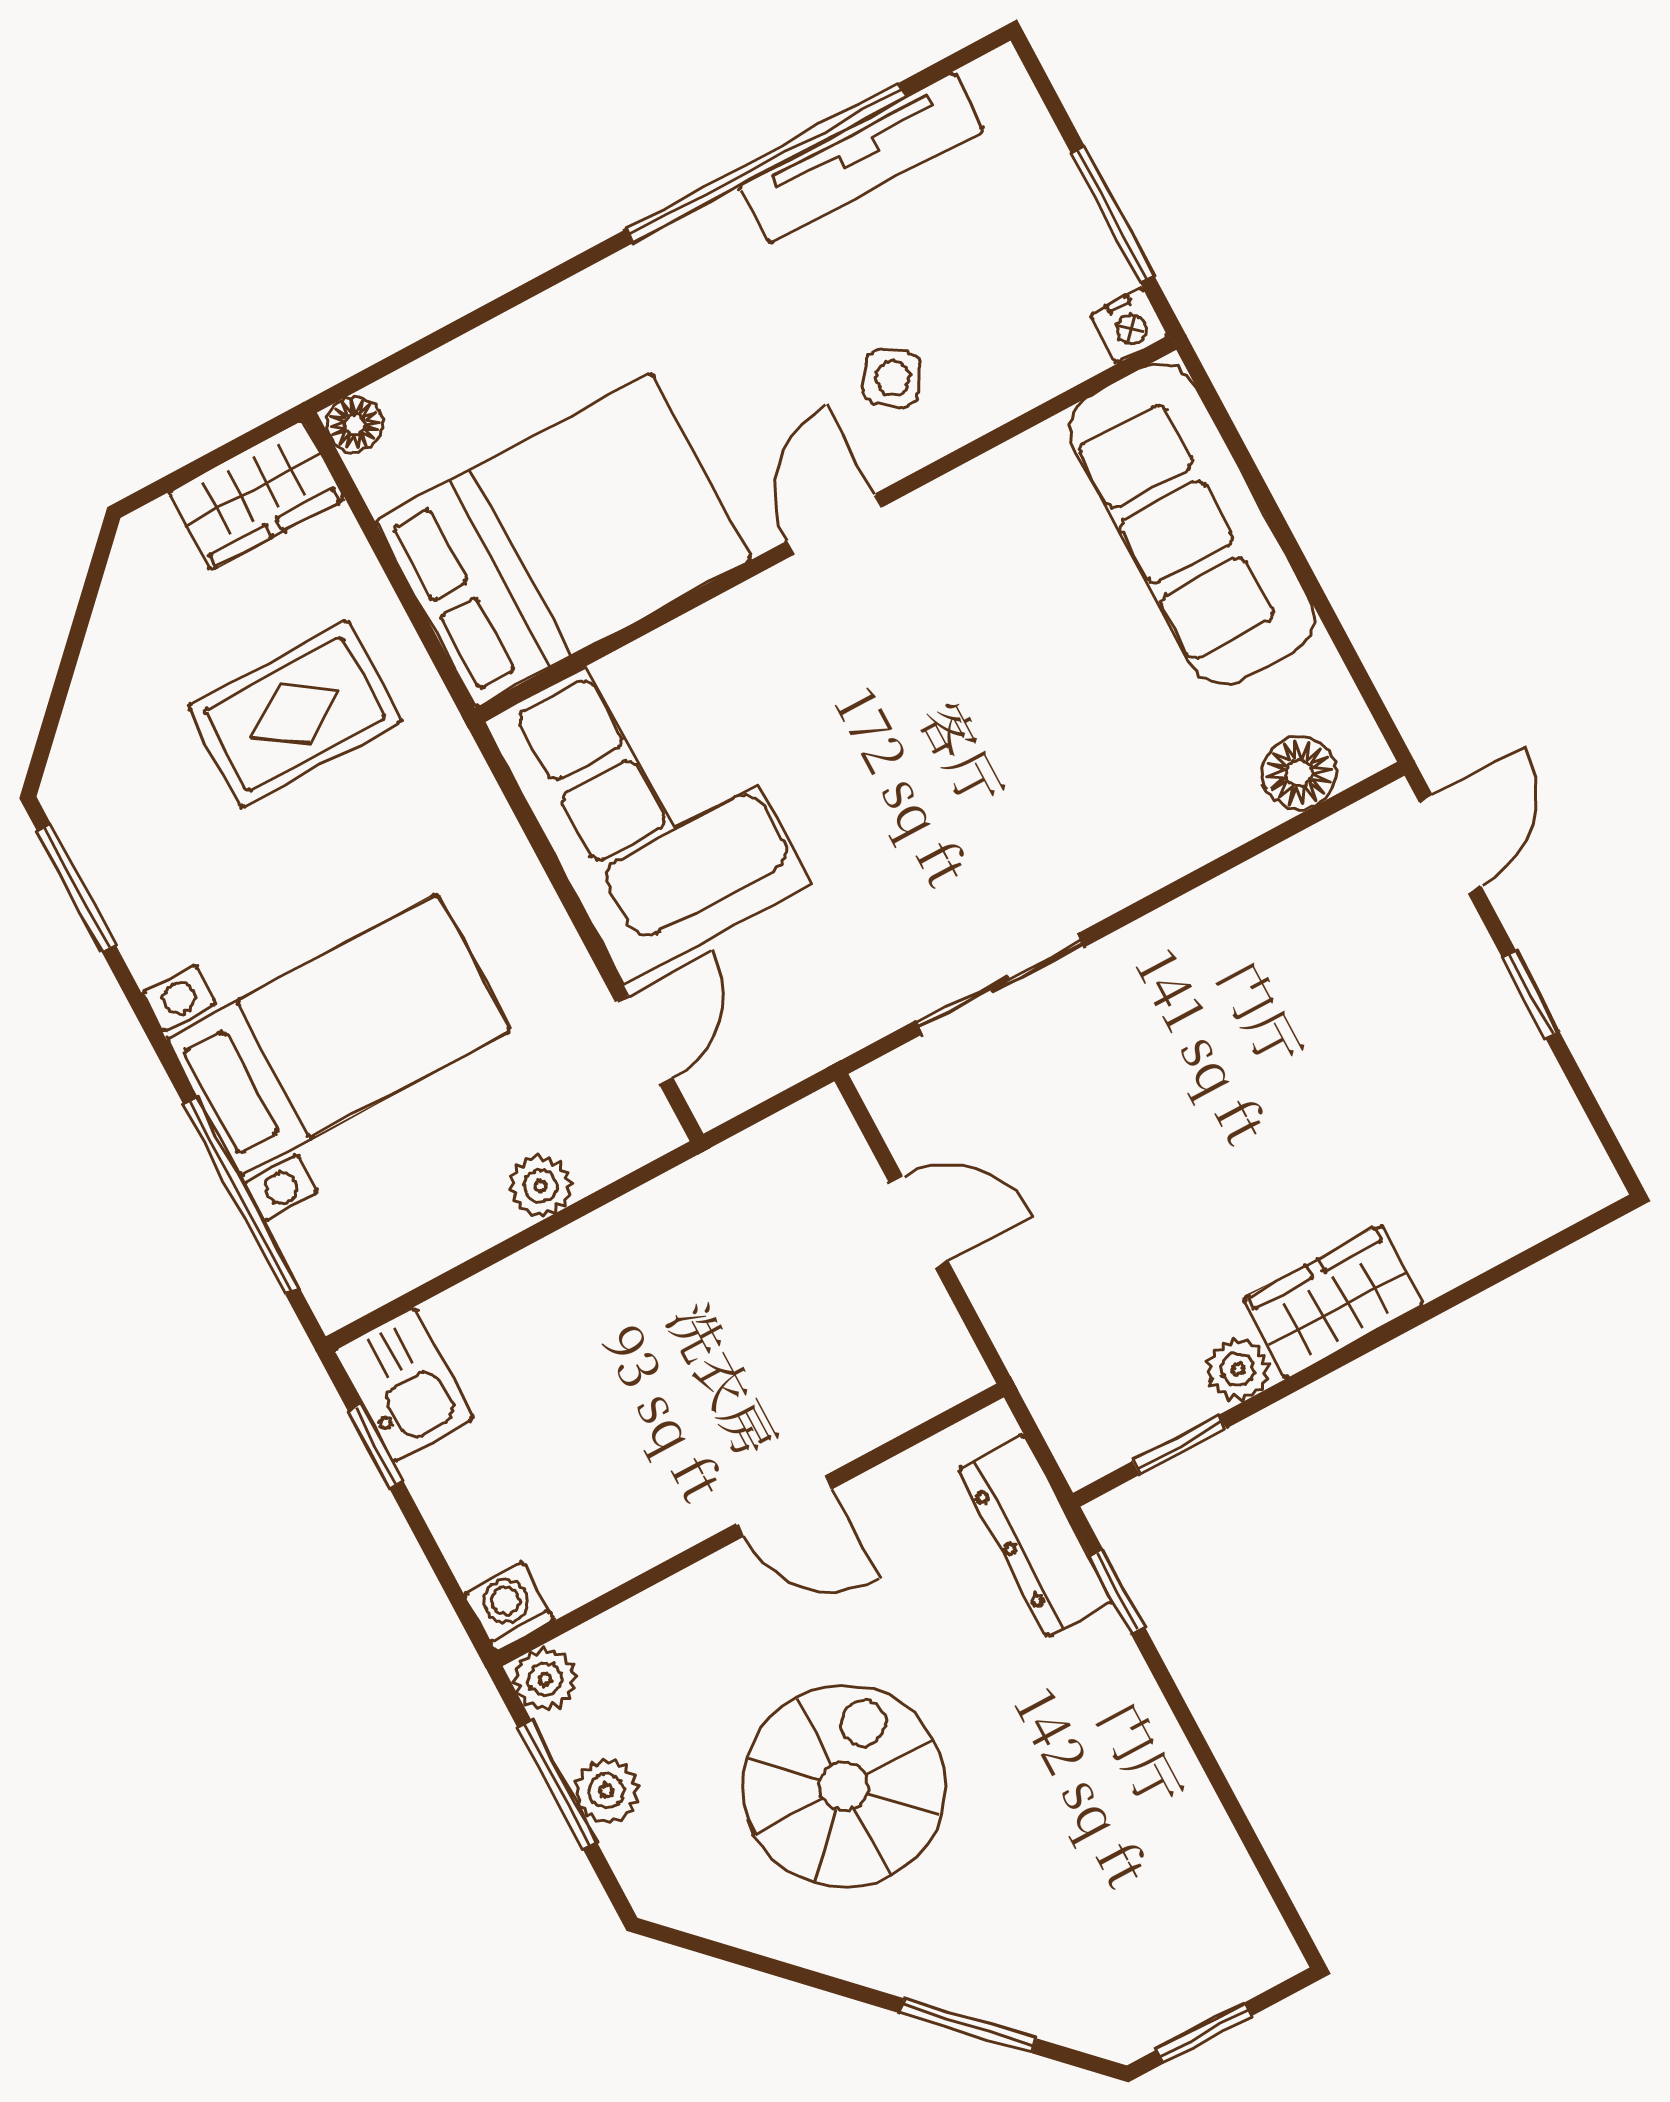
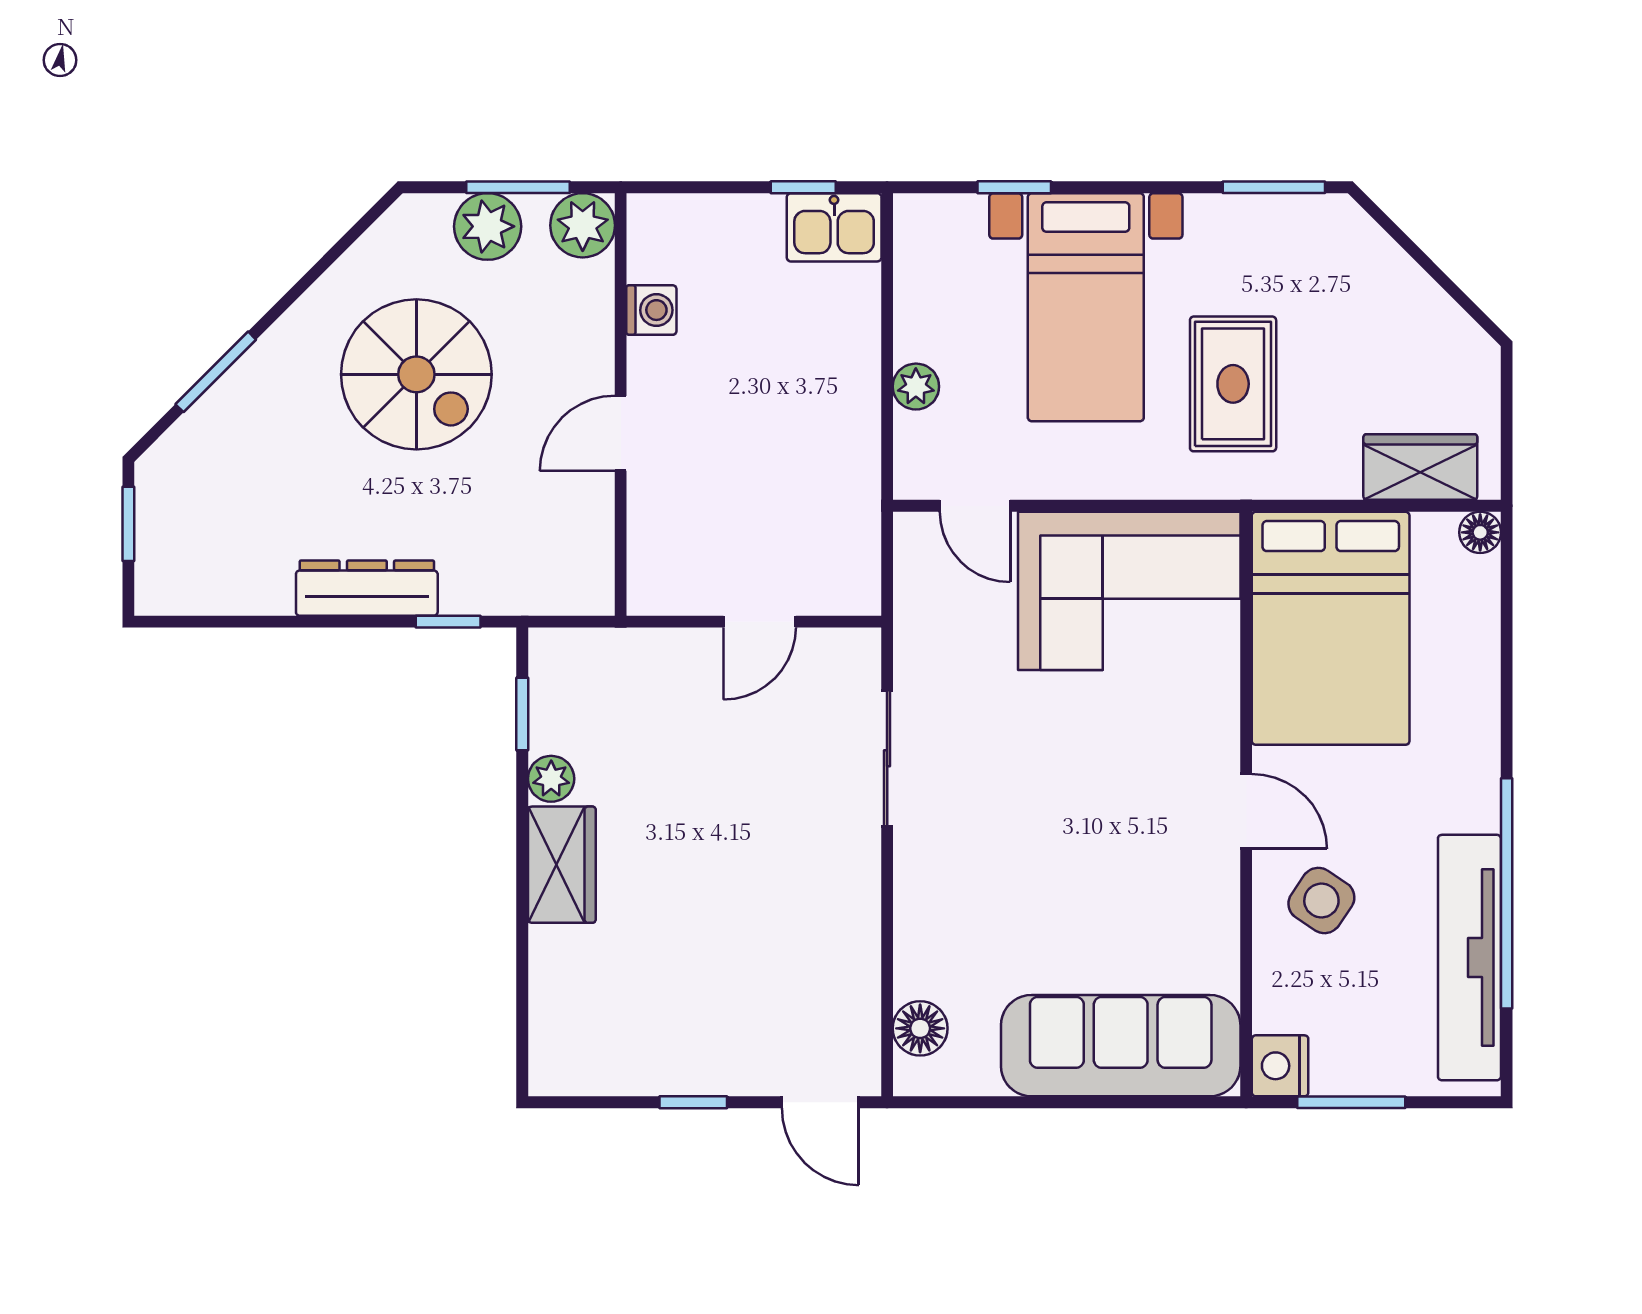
tv unit: (861, 158) -> (1469, 958), width x1.36, depth x1.29
nightstand: (1129, 325) -> (1280, 1066), width x1.39, depth x1.35
side table: (892, 378) -> (1321, 901), width x1.37, depth x1.37
wardrobe: (257, 495) -> (1420, 467), moved, turned 90
rug: (295, 714) -> (1233, 384), moved
window: (242, 1196) -> (1014, 187), width x0.46
dresser: (1036, 1535) -> (367, 588), moved
washing machine: (509, 1607) -> (651, 310), moved
plant: (545, 1679) -> (583, 225), width x1.38, depth x1.38
plant: (606, 1791) -> (488, 226), width x1.38, depth x1.38

